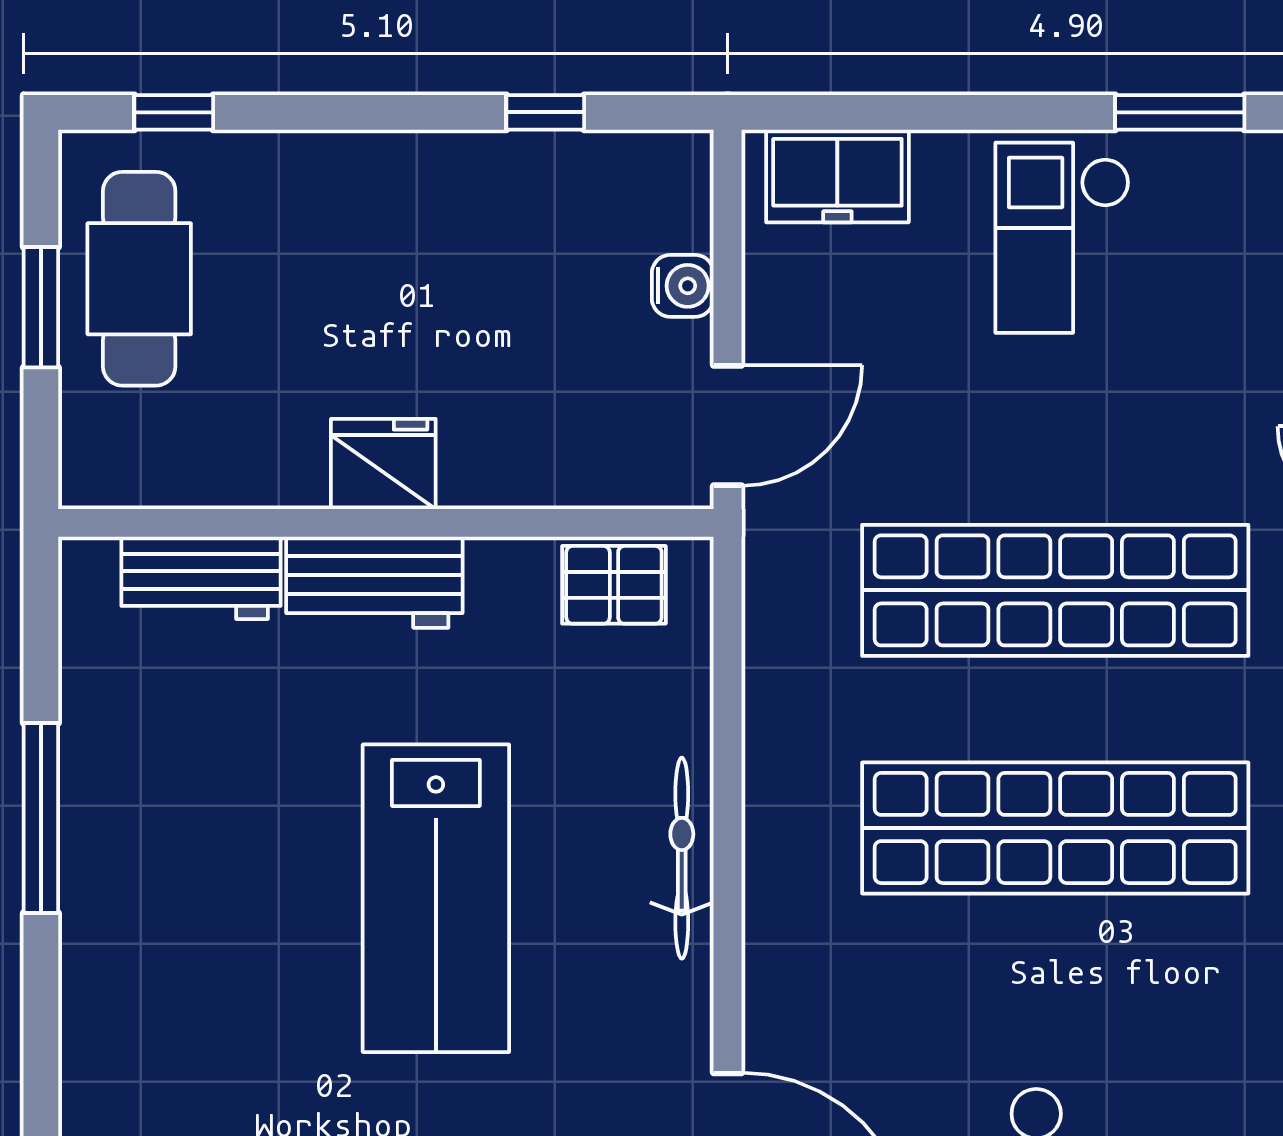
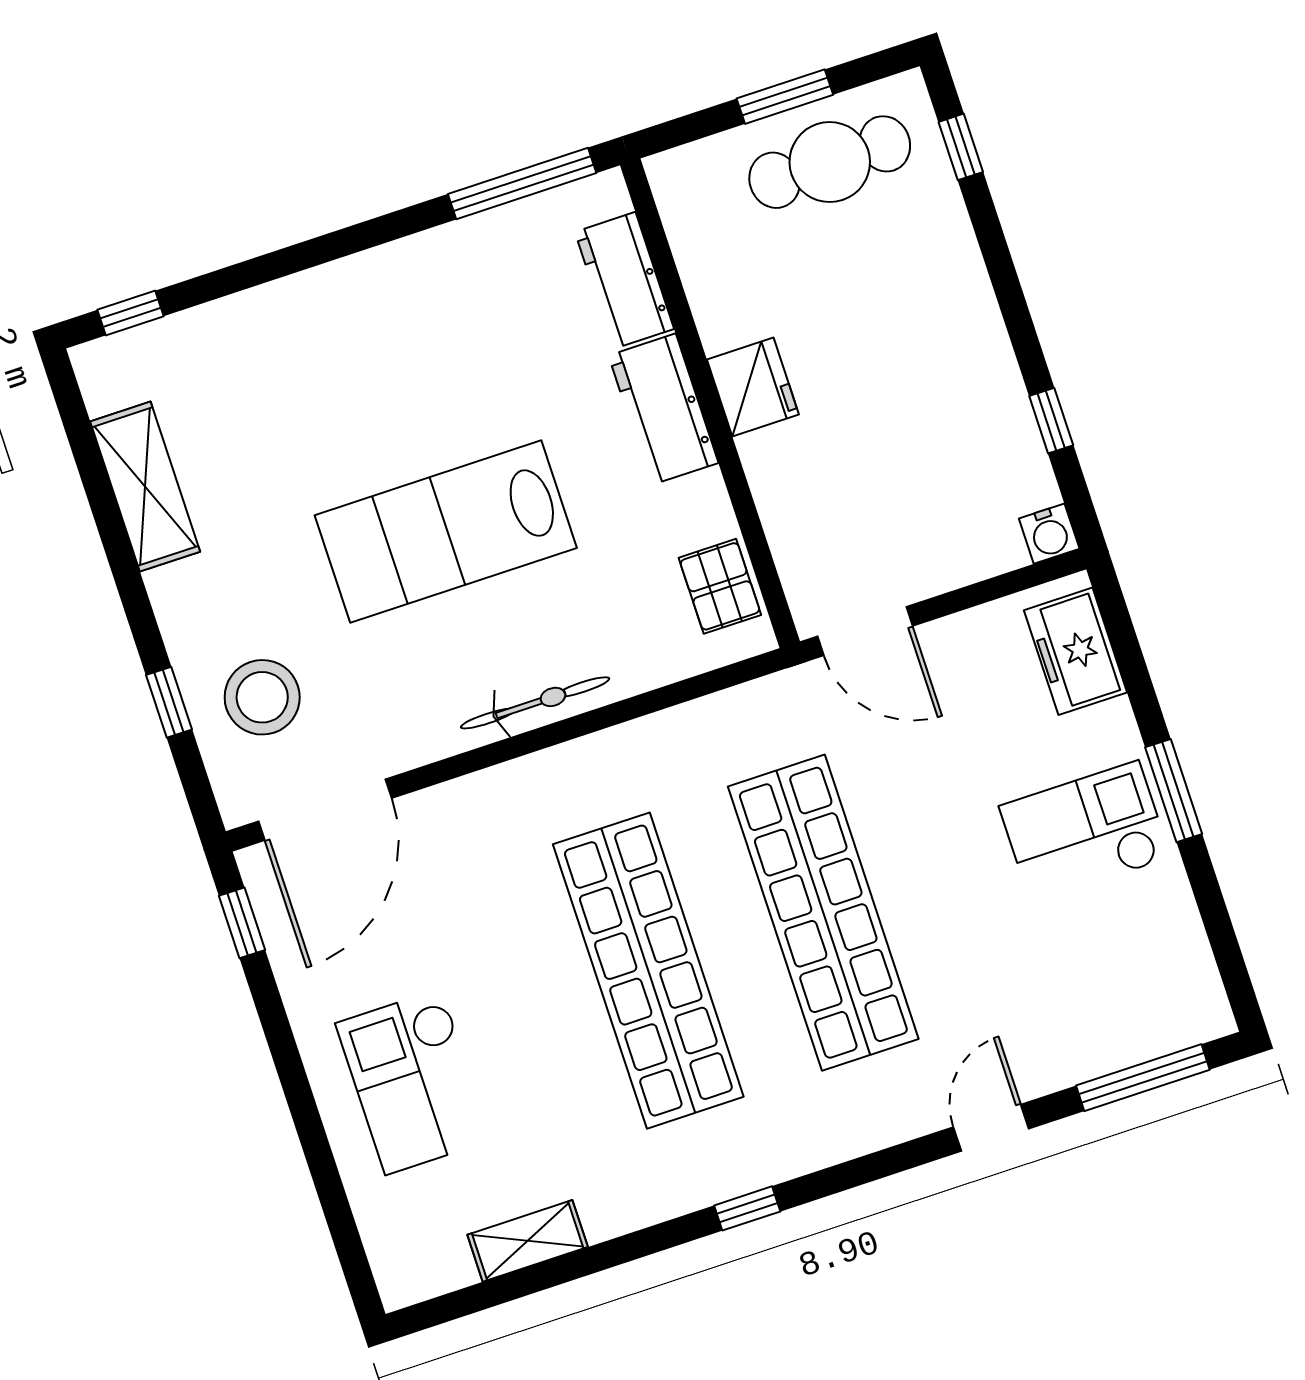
window: (1180, 112) -> (1174, 791), moved
water cooler: (683, 286) -> (1049, 534), moved
window: (41, 818) -> (522, 184), moved

